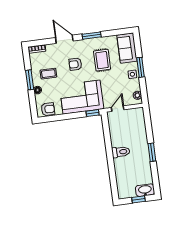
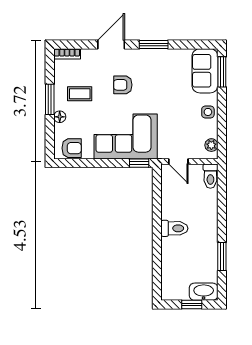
door: (64, 39) -> (111, 45), hinge flipped
rug: (102, 60) -> (164, 84), removed
window: (141, 67) -> (222, 72), moved
door: (118, 109) -> (178, 161), swing flipped
toilet: (139, 115) -> (210, 176), added
window: (152, 152) -> (222, 257), moved

